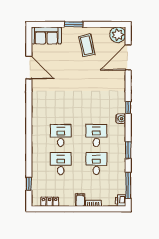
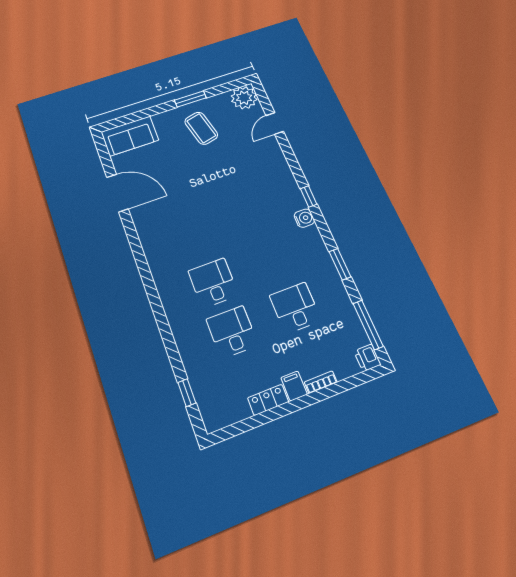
window: (74, 24) -> (190, 99), moved
door: (128, 57) -> (275, 123), width x0.53
desk: (96, 135) -> (275, 260), removed
locker: (50, 202) -> (268, 400), moved

